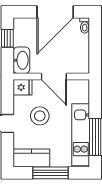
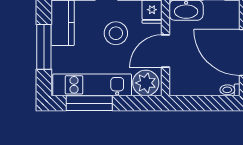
plant: (79, 92) -> (146, 83), added

